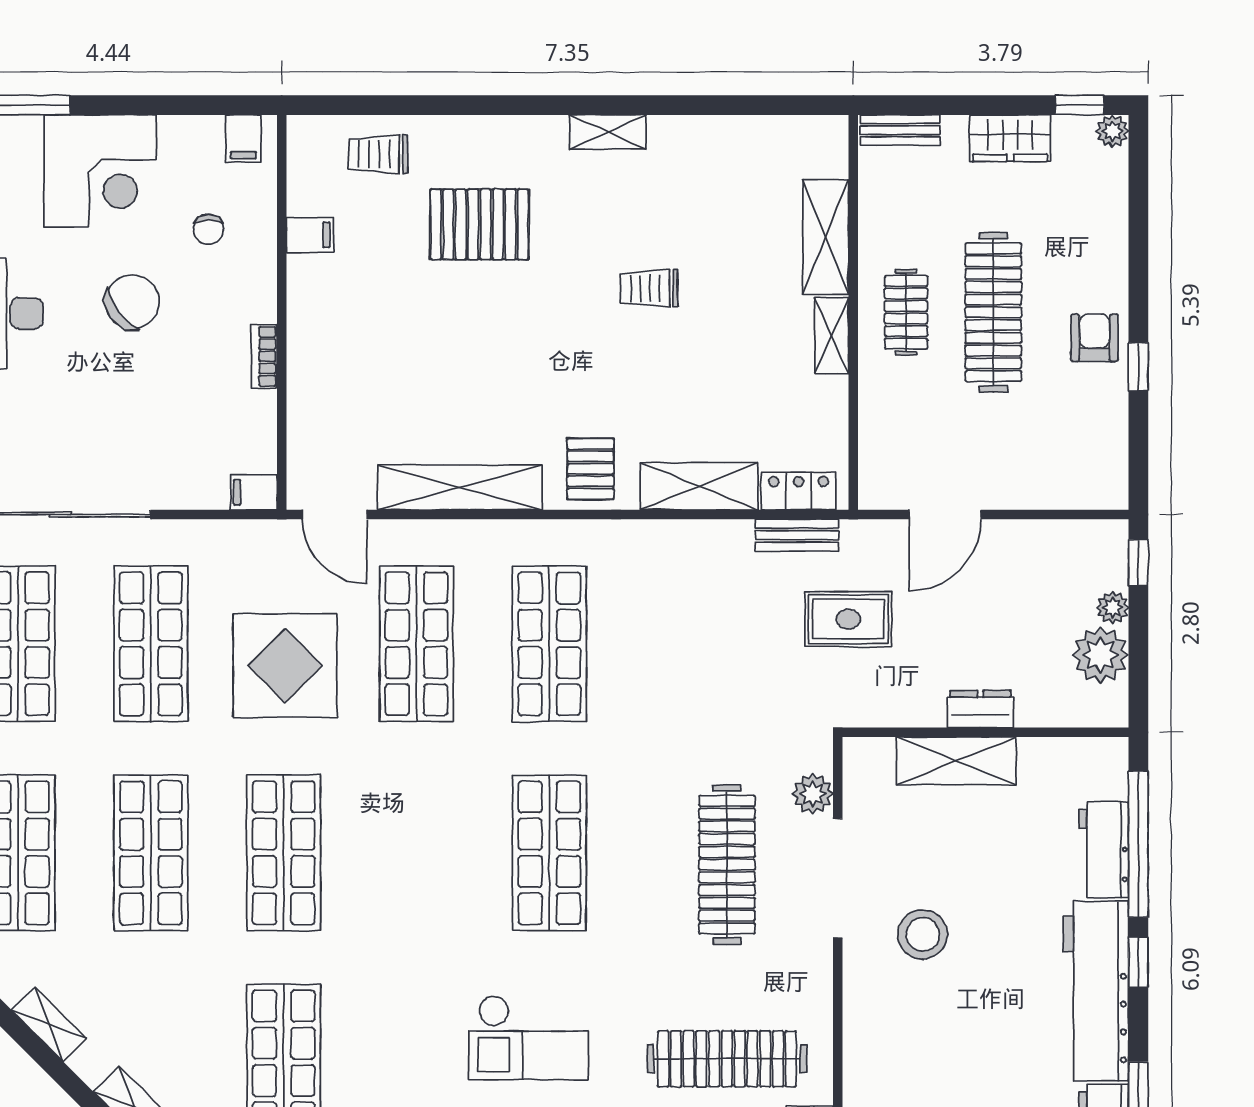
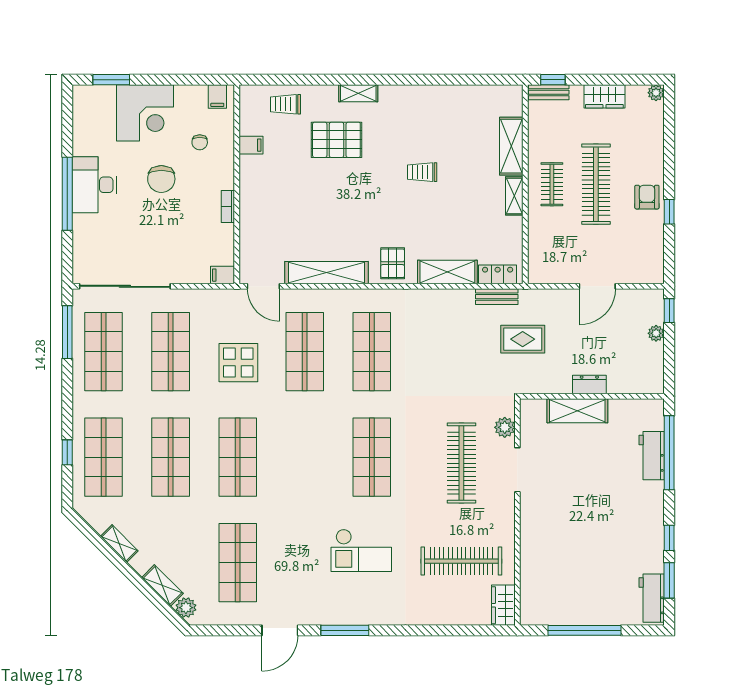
window: (1079, 105) -> (553, 80), moved
shelving: (608, 132) -> (358, 93), moved
chair: (132, 302) -> (161, 179), turned 126
door: (945, 515) -> (597, 286), moved
plant: (1100, 655) -> (650, 357), removed
display table: (285, 666) -> (238, 363), width x0.73, depth x0.73
doorway: (838, 878) -> (517, 470), width x0.73
stool: (923, 934) -> (560, 498), removed
window: (1138, 962) -> (669, 538), moved
workbench: (1096, 991) -> (648, 527), removed

